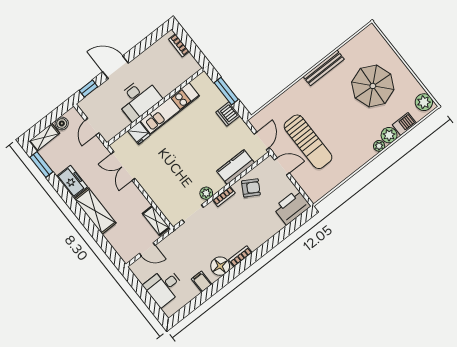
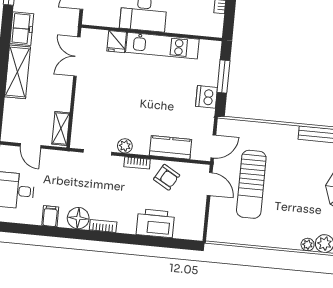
printer: (292, 207) -> (155, 223), moved

